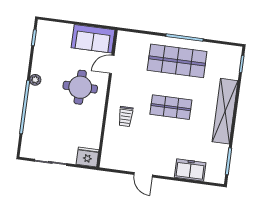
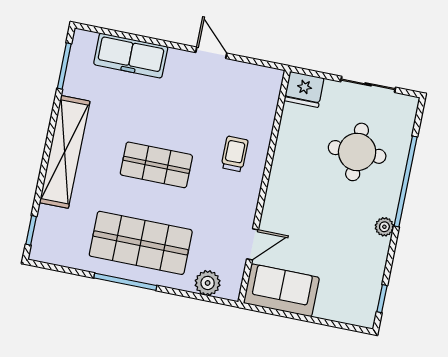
plant: (136, 40) -> (208, 283), added
round table: (80, 87) -> (357, 152), moved
freezer: (190, 170) -> (131, 56), width x1.40

